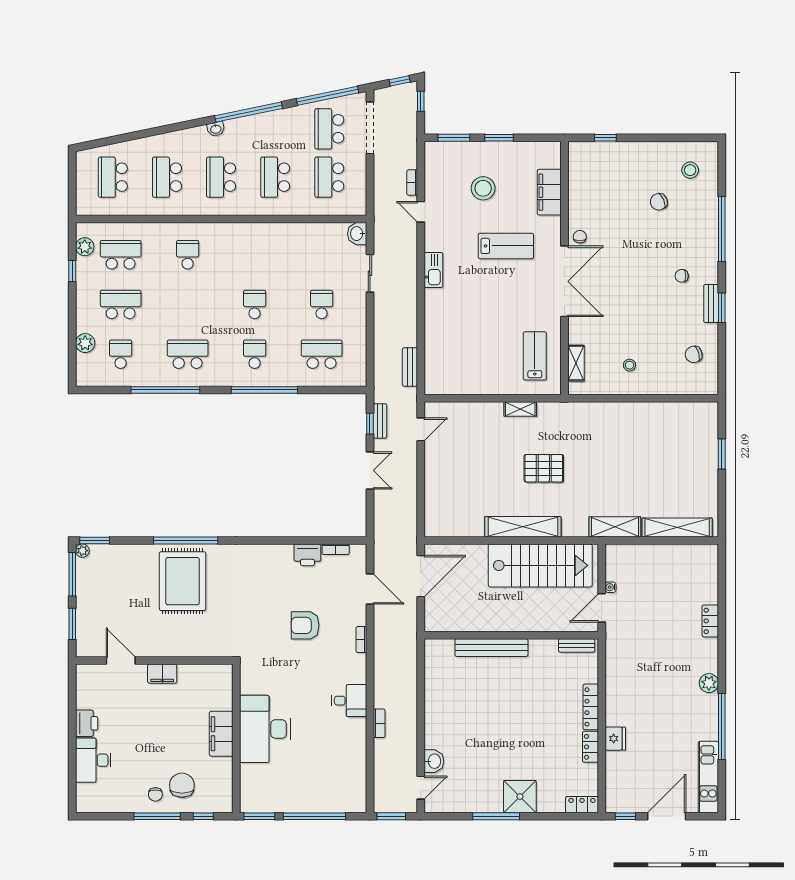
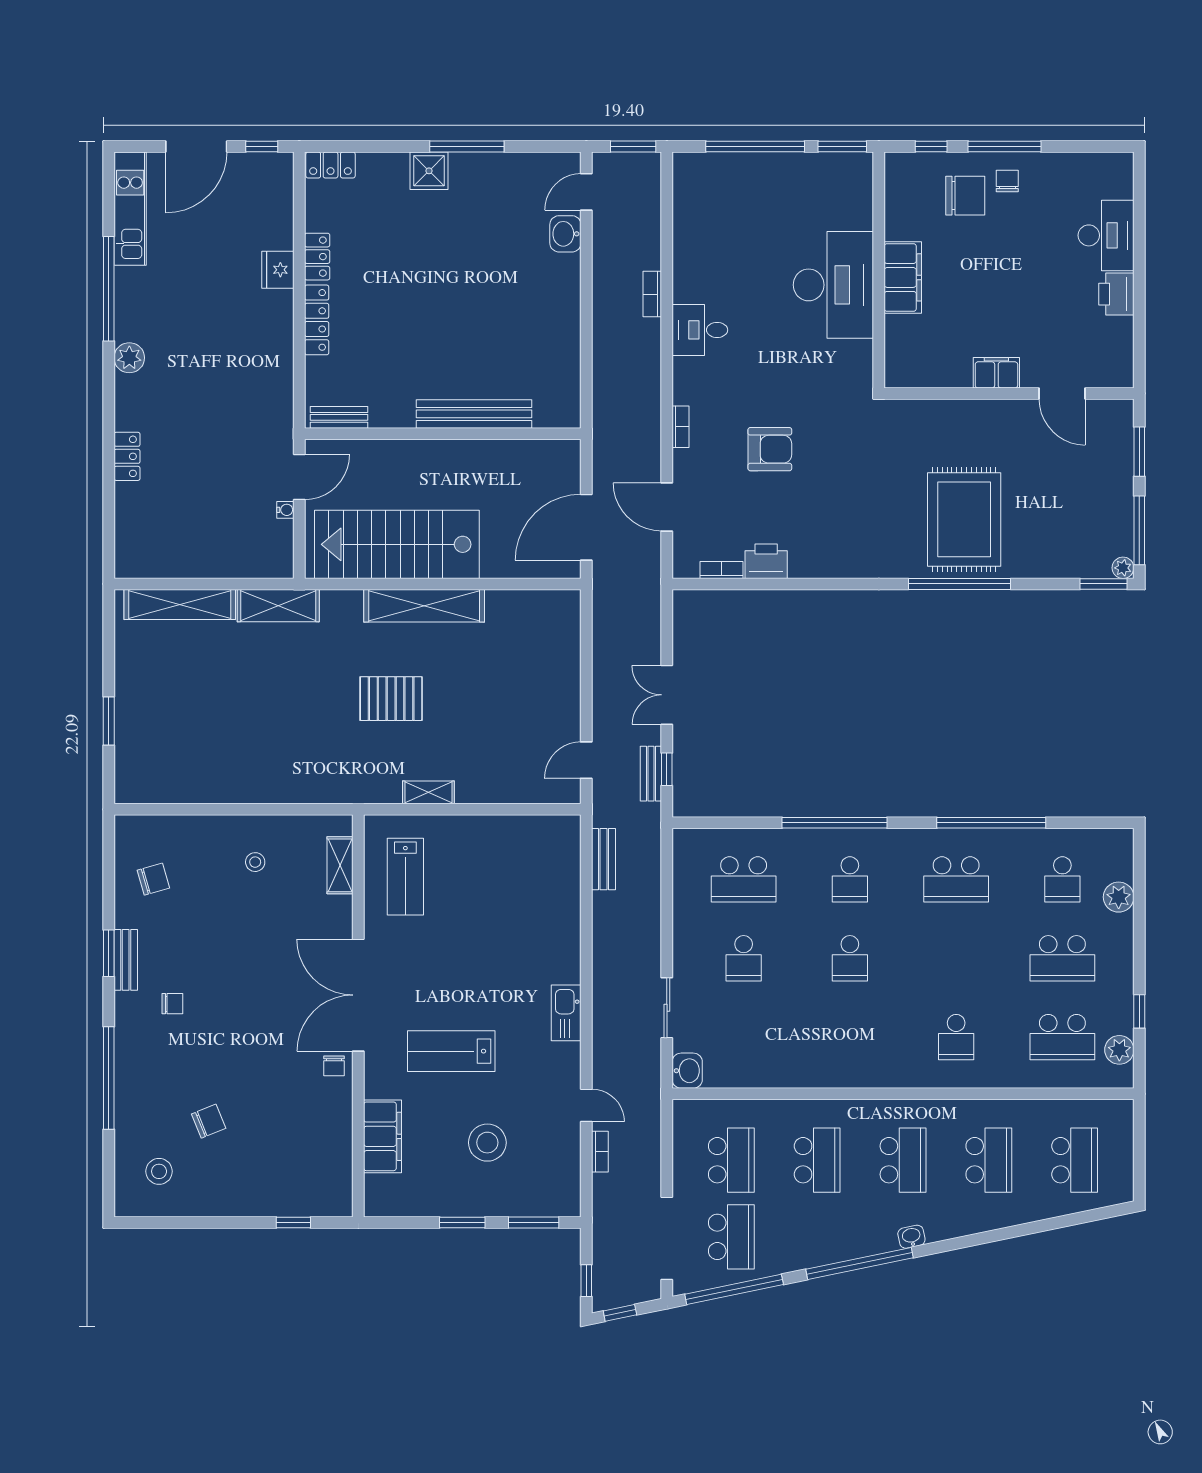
chair: (182, 785) -> (965, 196), turned -90
shower: (520, 797) -> (429, 171), width x0.73, depth x0.73

